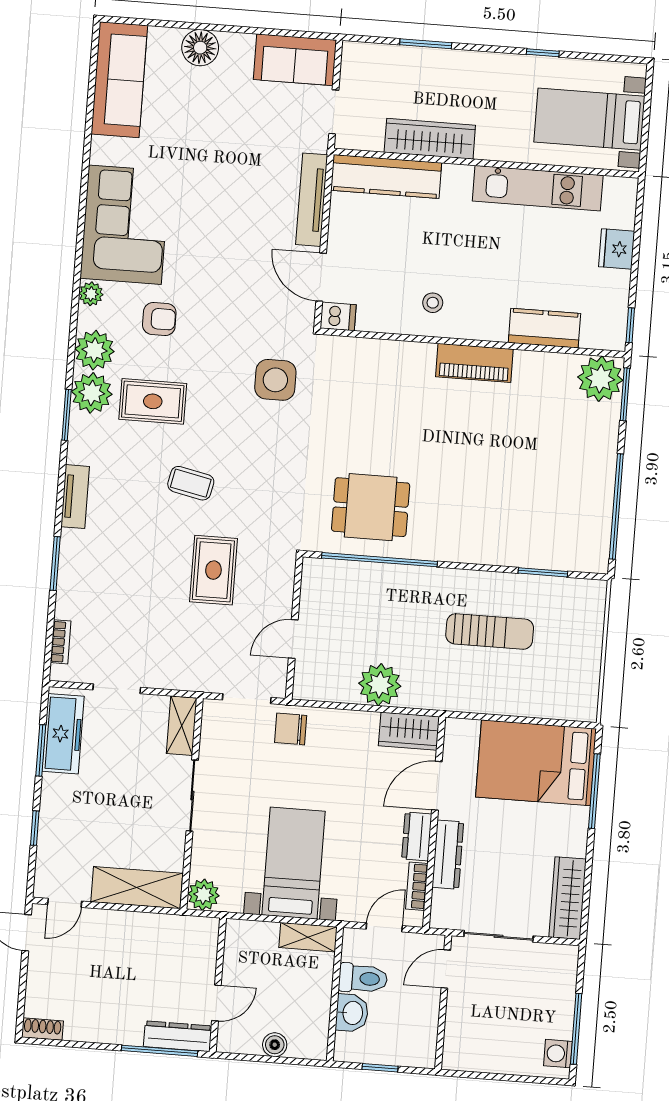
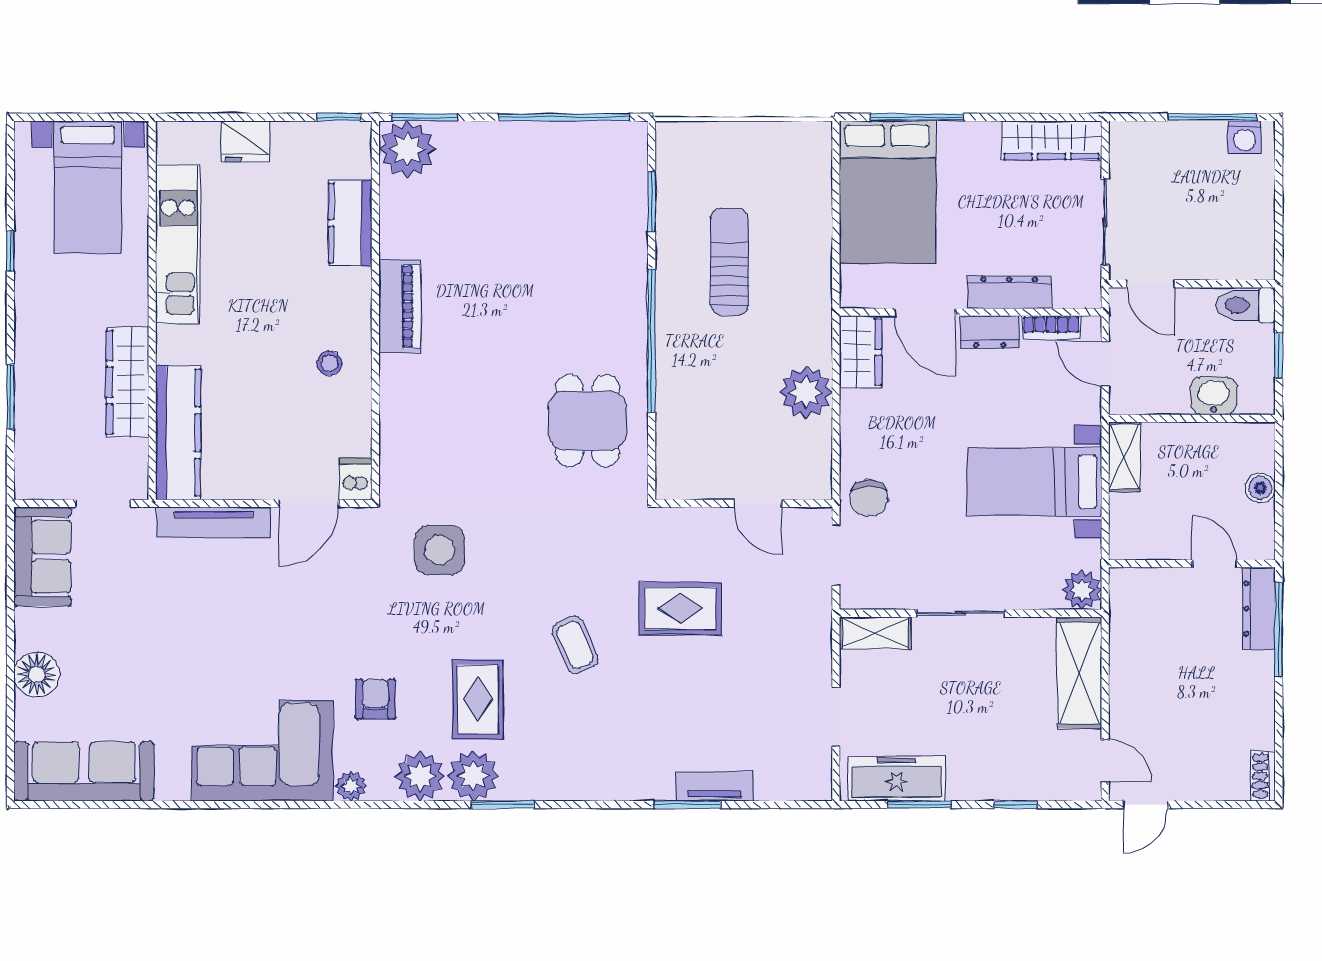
coffee table: (191, 483) -> (575, 645), turned -36
tv unit: (75, 497) -> (715, 786), moved
window: (380, 560) -> (652, 341), moved
bookcase: (61, 642) -> (783, 790), removed
toilet: (363, 978) -> (1246, 305), moved, turned -90

